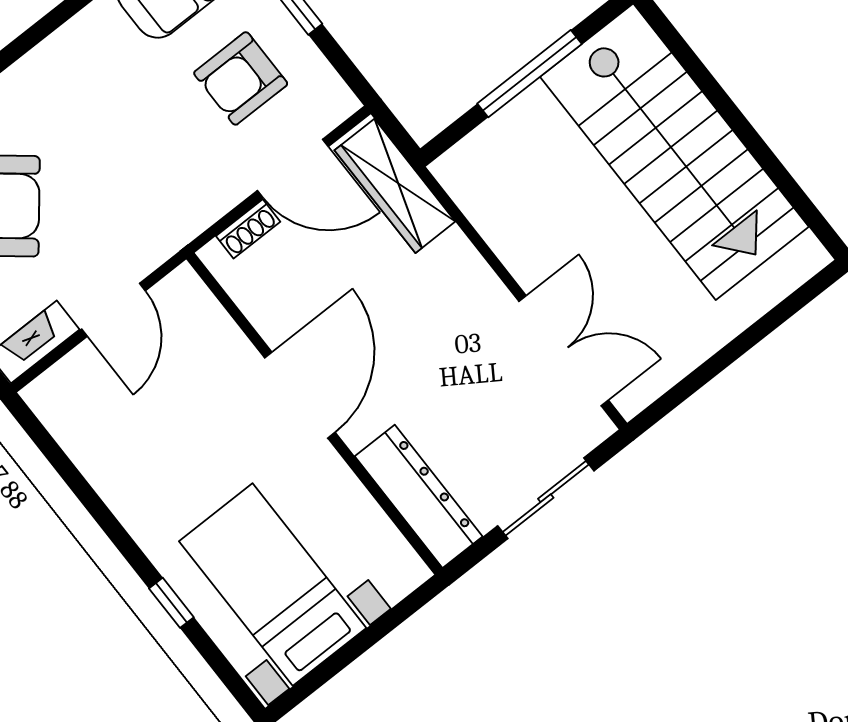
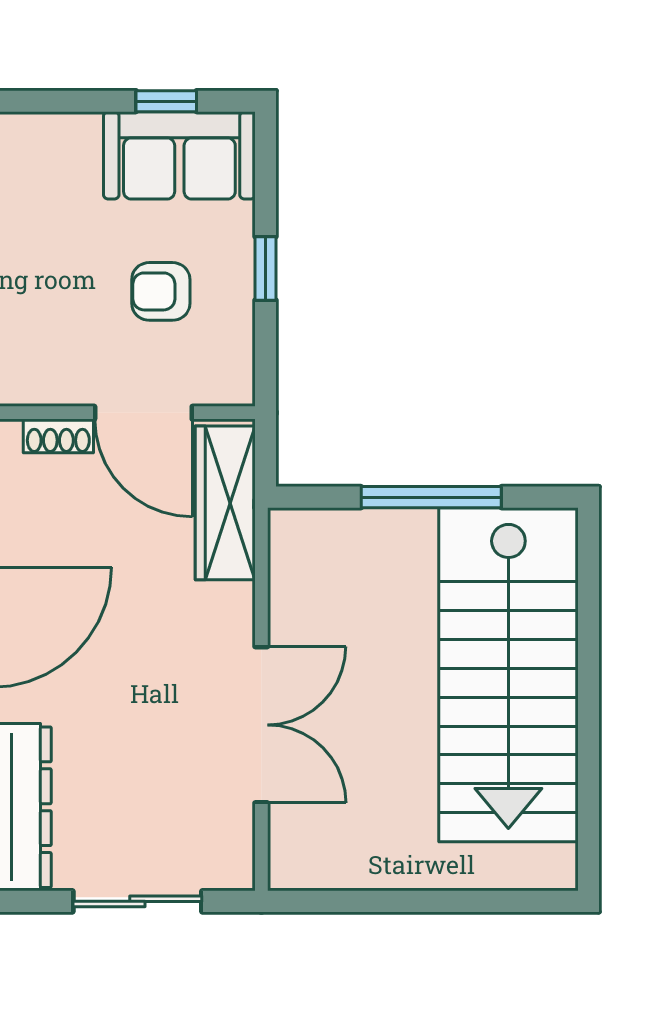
armchair: (241, 78) -> (161, 291), width x0.72, depth x0.72
double door: (564, 351) -> (261, 725), moved

